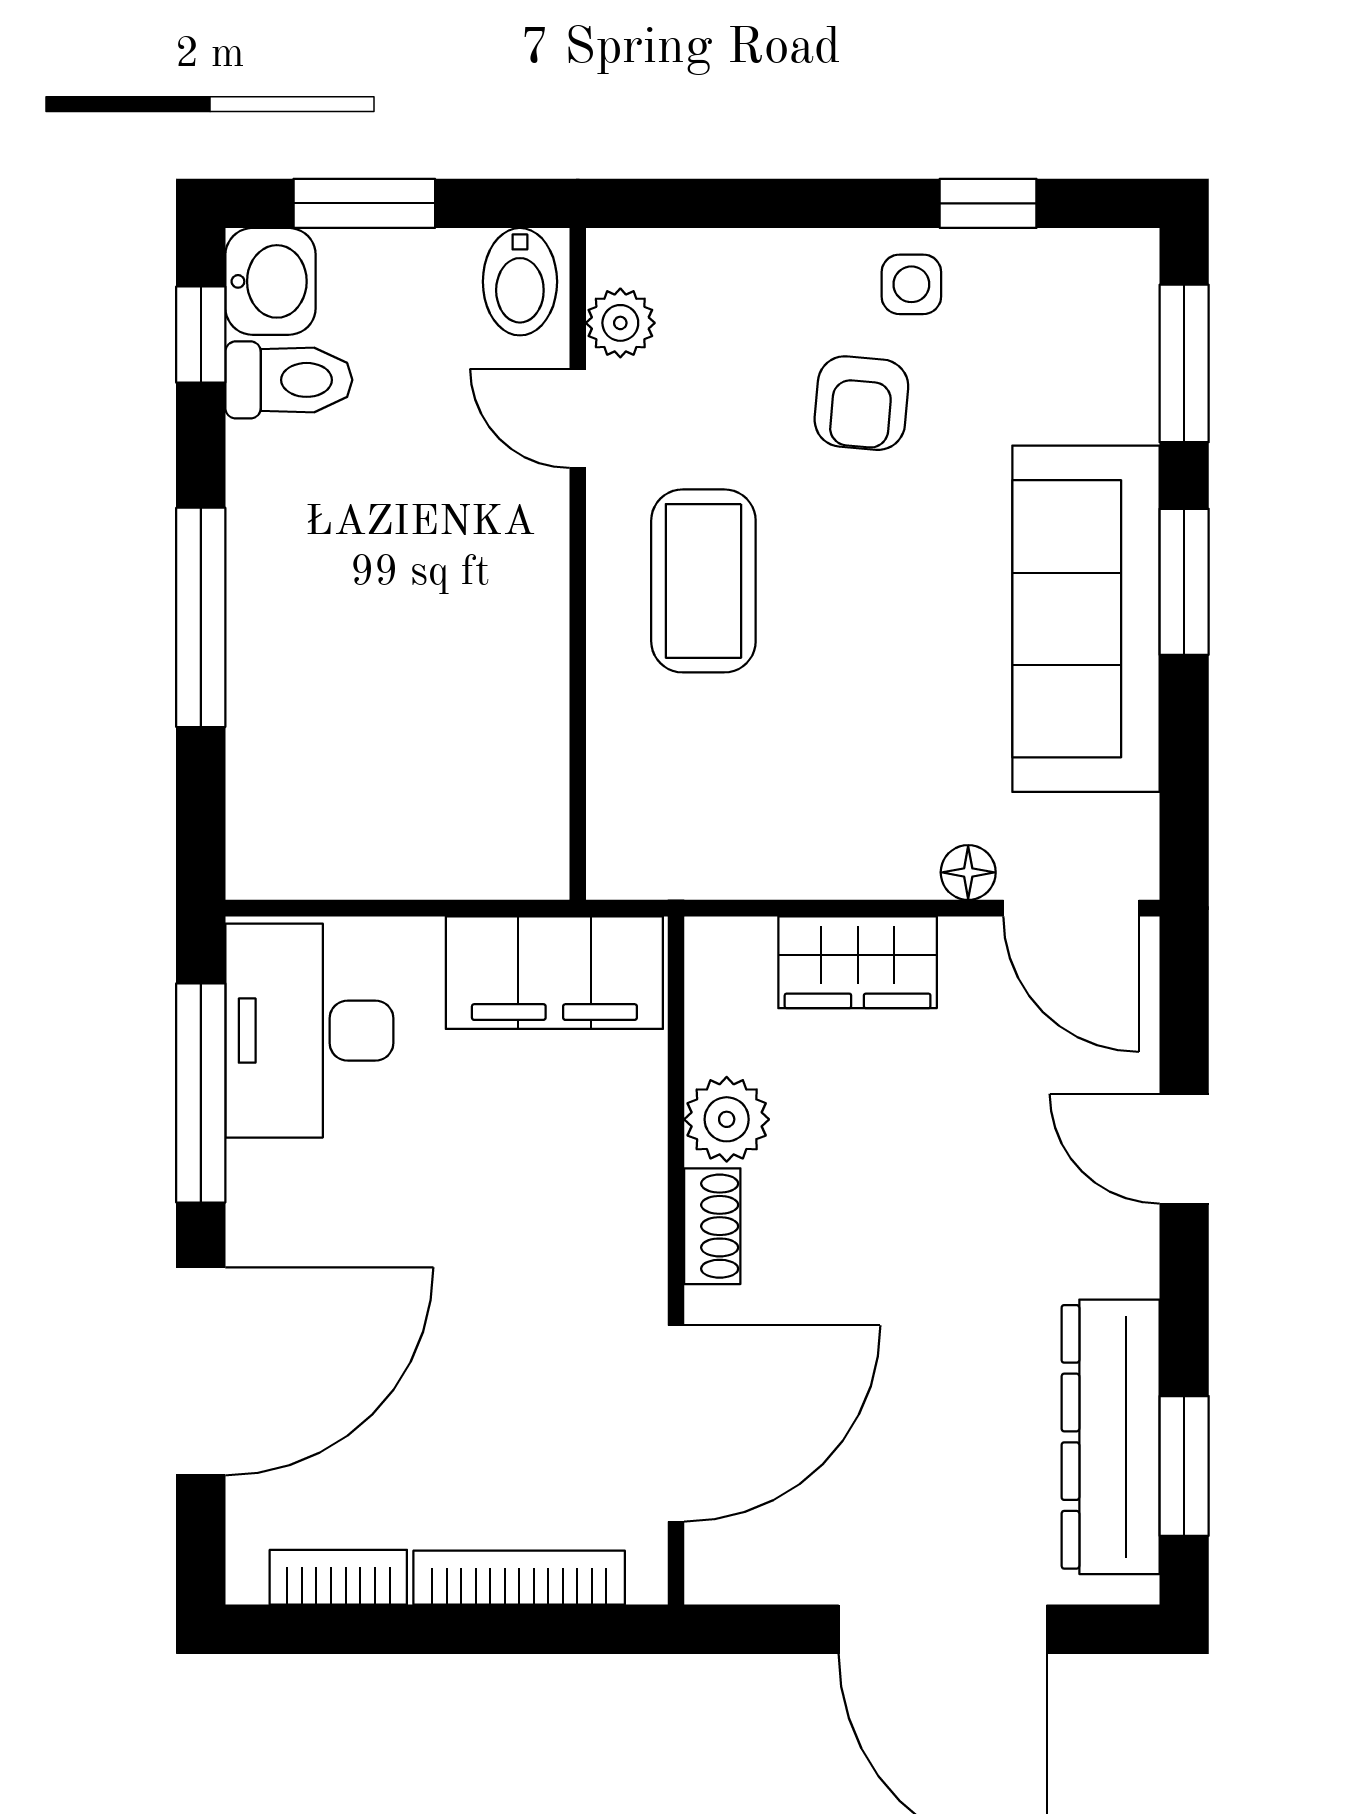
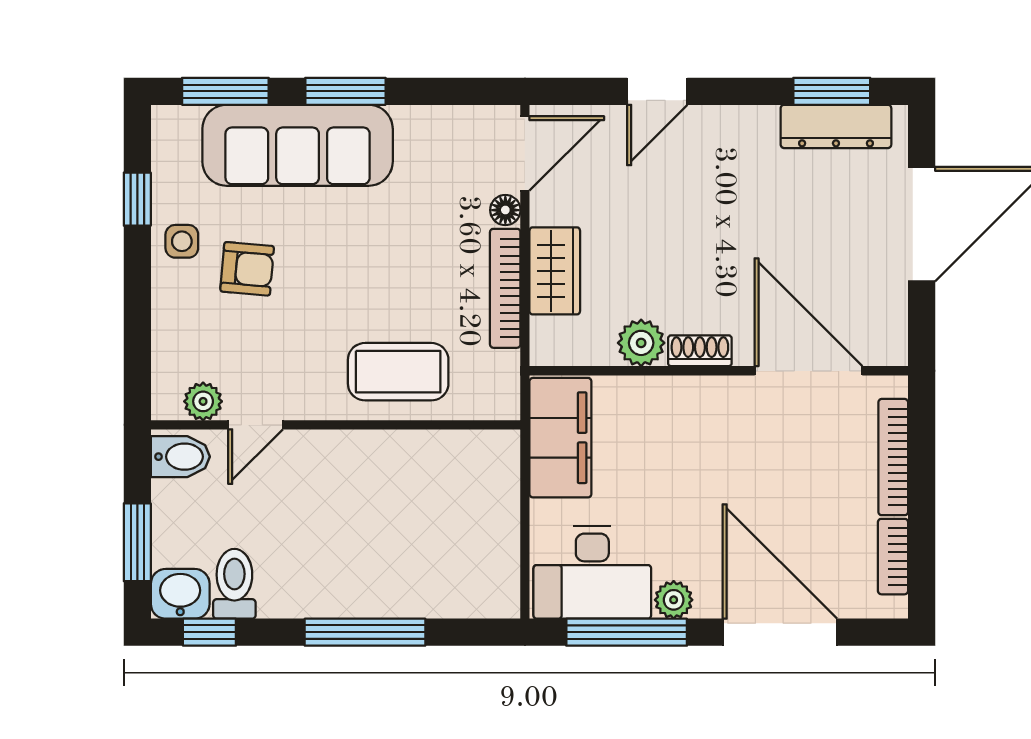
coffee table: (703, 581) -> (398, 372), moved
sofa: (1086, 619) -> (298, 145), moved
bookcase: (826, 872) -> (505, 288), added
plant: (260, 1178) -> (674, 600), added
dresser: (1111, 1437) -> (836, 126), width x0.73, depth x0.80

